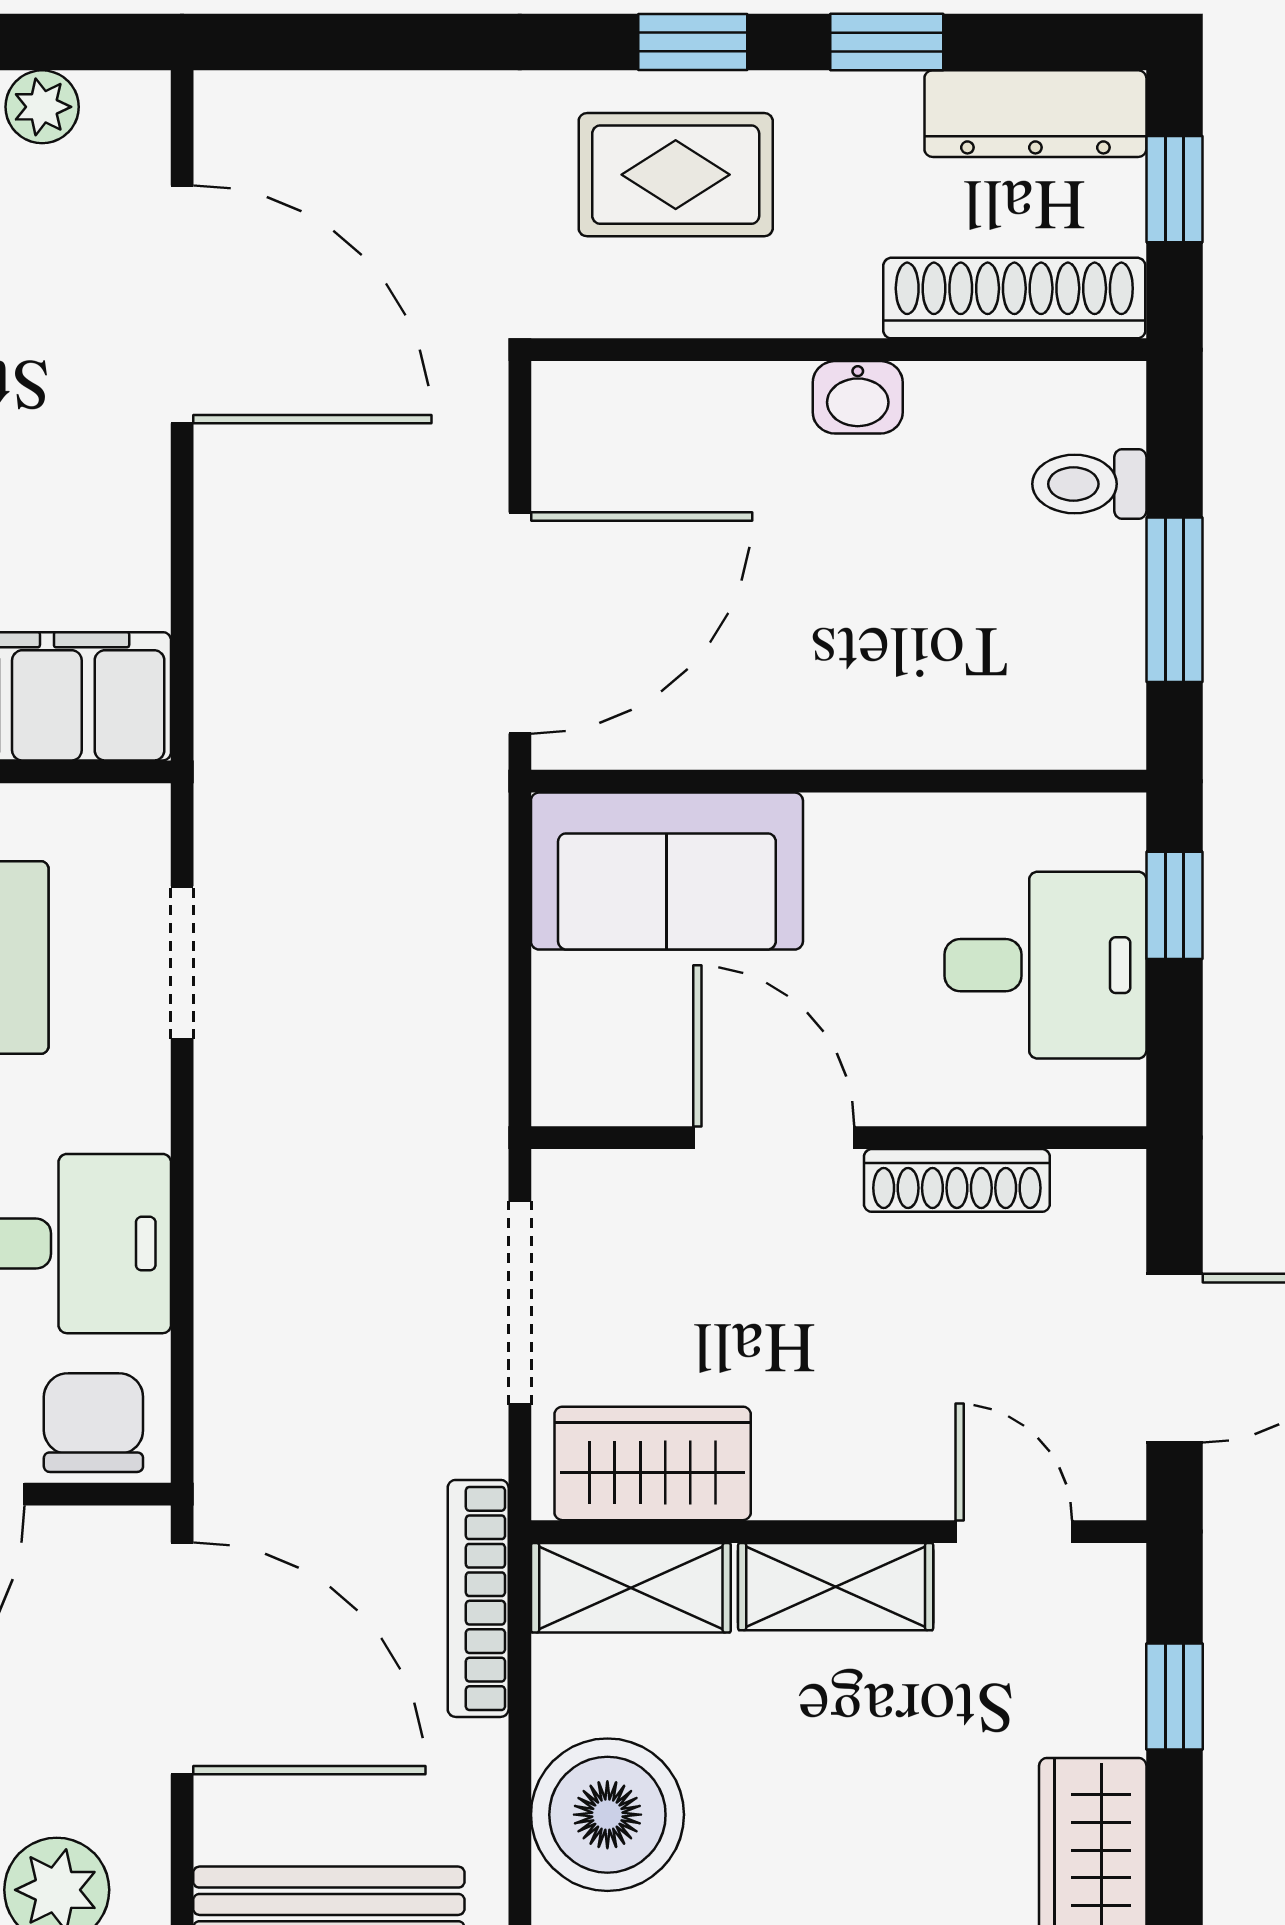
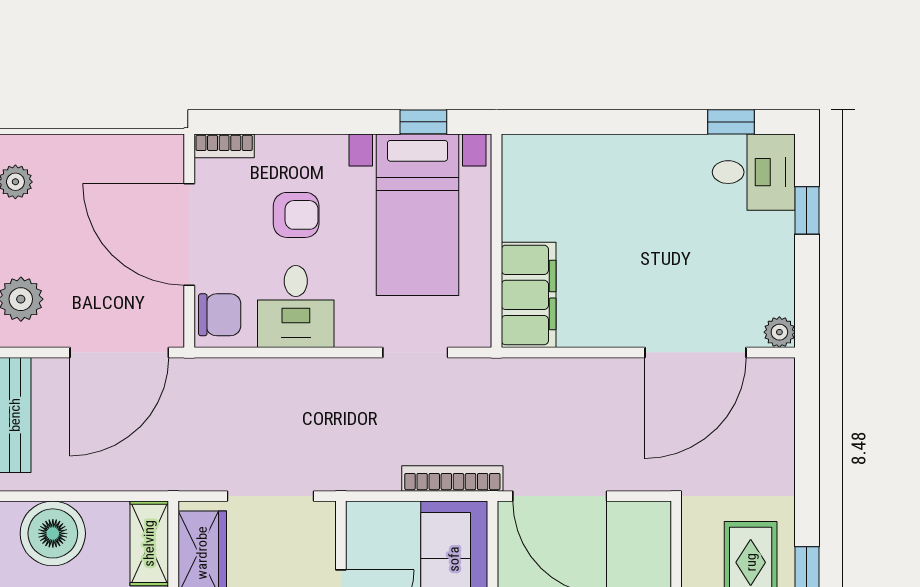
plant: (42, 107) -> (779, 332), moved
bookcase: (478, 1598) -> (452, 478), moved

